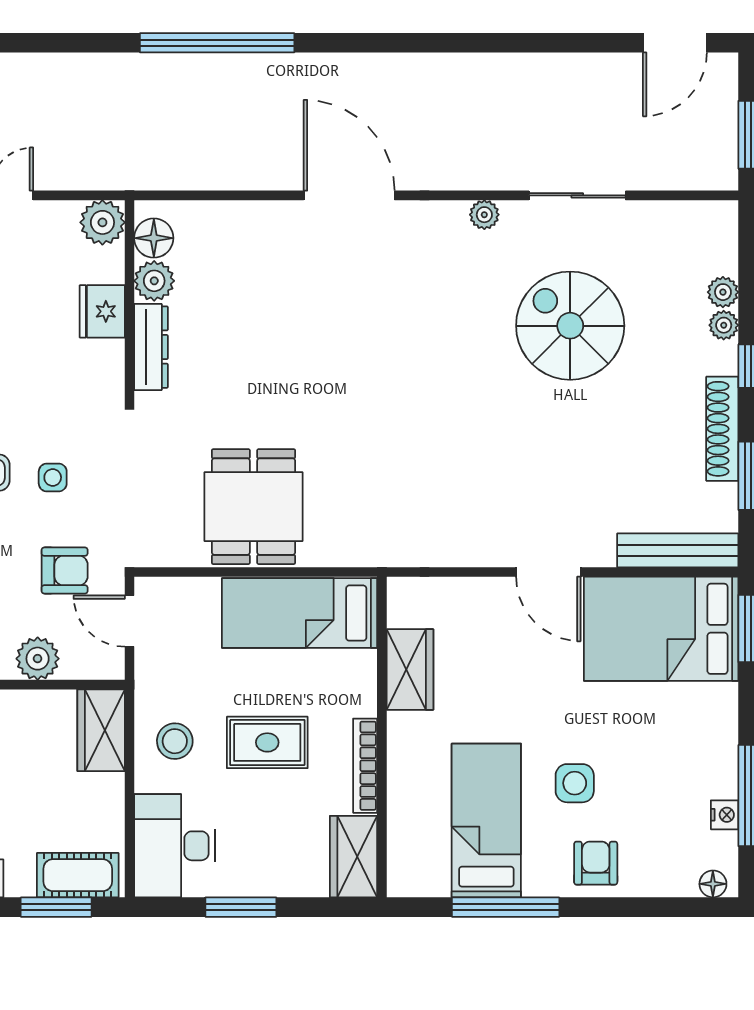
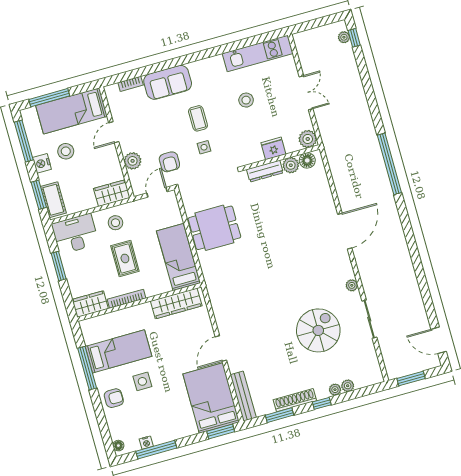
wardrobe: (410, 669) -> (176, 303), width x1.50

